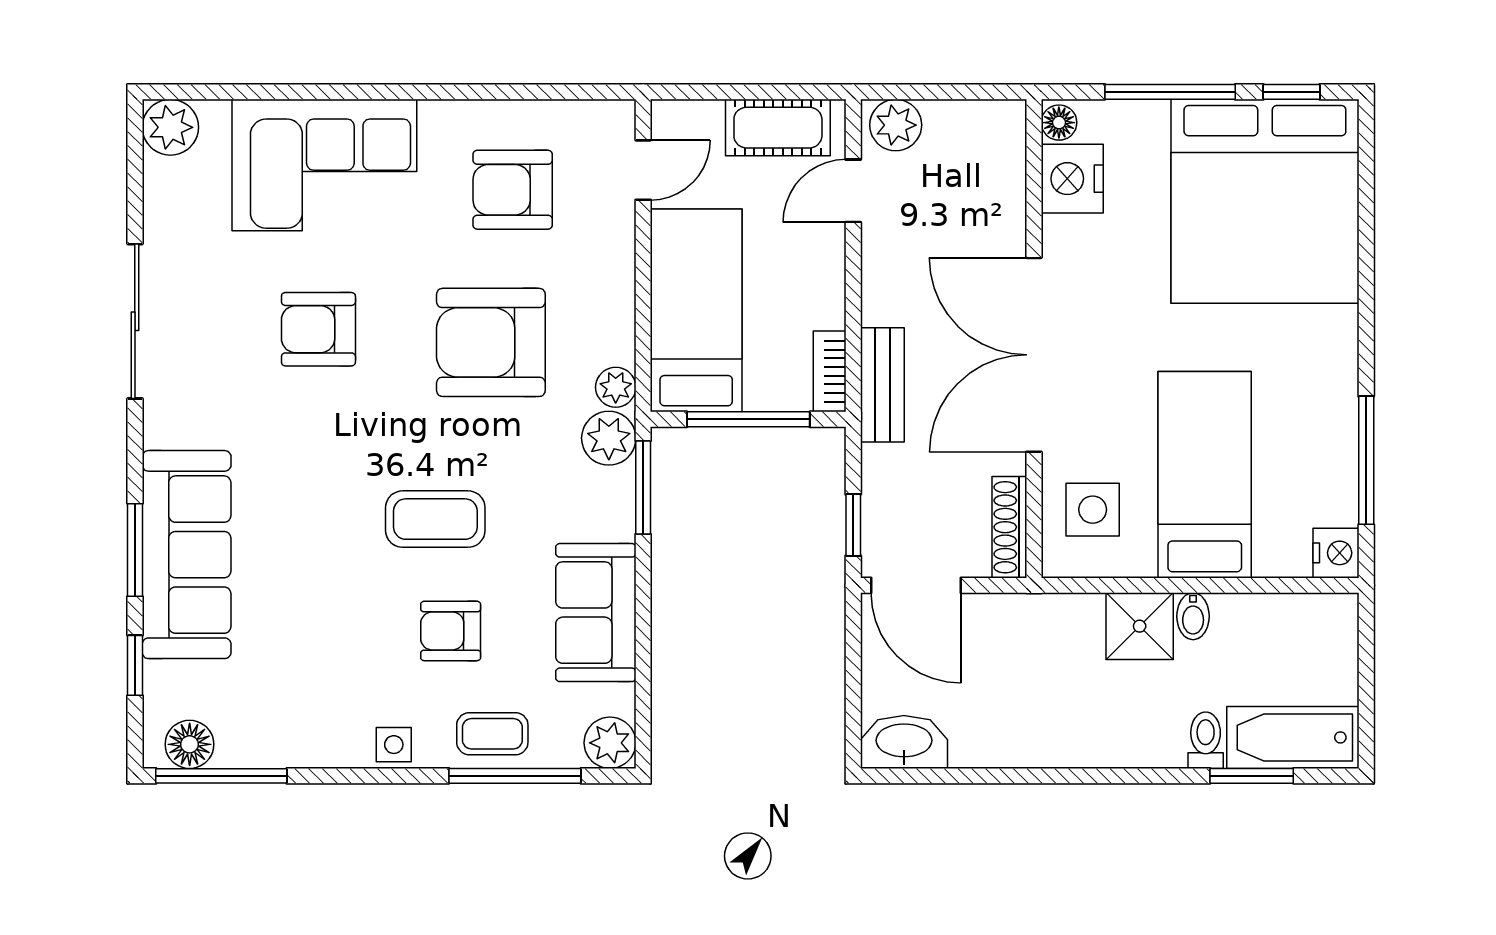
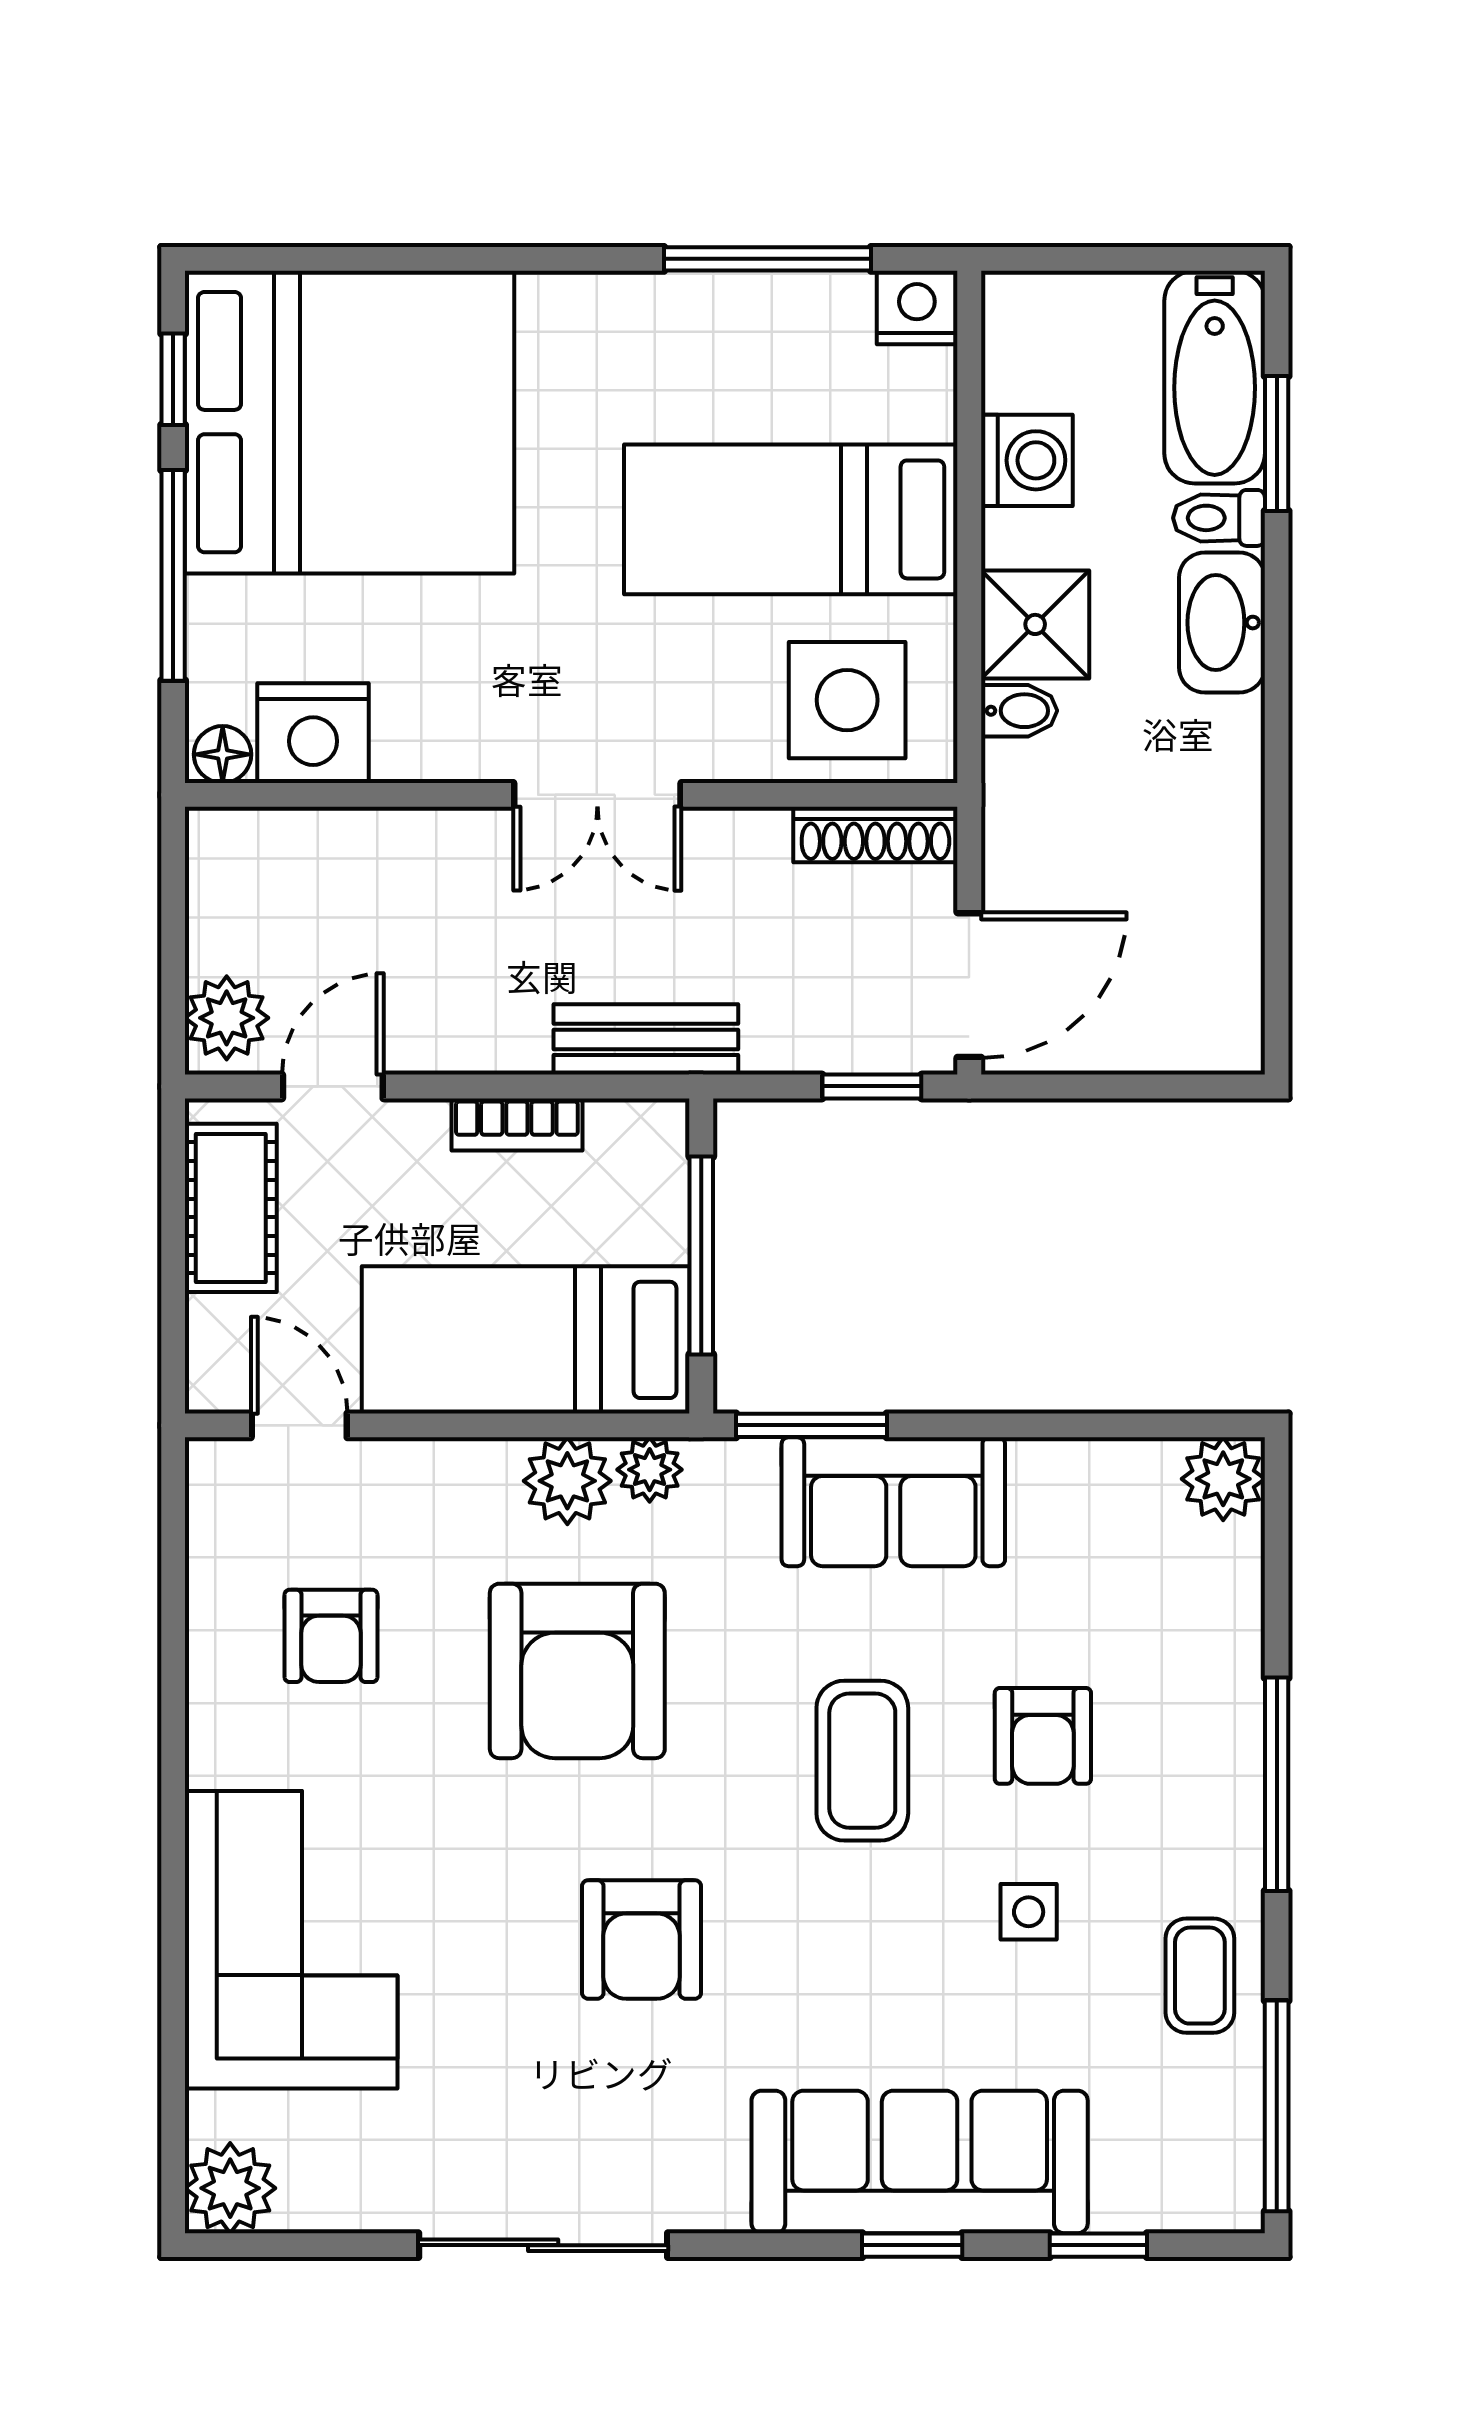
armchair: (513, 190) -> (331, 1636), width x0.72, depth x0.72
door: (853, 191) -> (333, 1086), swing flipped
armchair: (318, 329) -> (642, 1939), moved
double door: (1034, 355) -> (597, 795), width x0.54
bookcase: (830, 371) -> (517, 1124), moved
plant: (609, 438) -> (567, 1481), moved
side table: (1093, 510) -> (847, 700), width x1.37, depth x1.37
window: (135, 550) -> (912, 2245), width x0.67
sofa: (596, 613) -> (893, 1502), moved
bidet: (1193, 616) -> (1019, 711), moved
washing machine: (1241, 621) -> (1027, 460), added
coffee table: (492, 734) -> (1200, 1976), moved
washbasin: (904, 742) -> (1222, 623), moved
floor lamp: (190, 744) -> (1226, 2157), removed
side table: (394, 745) -> (1029, 1912), moved
window: (515, 776) -> (1277, 1784), moved

